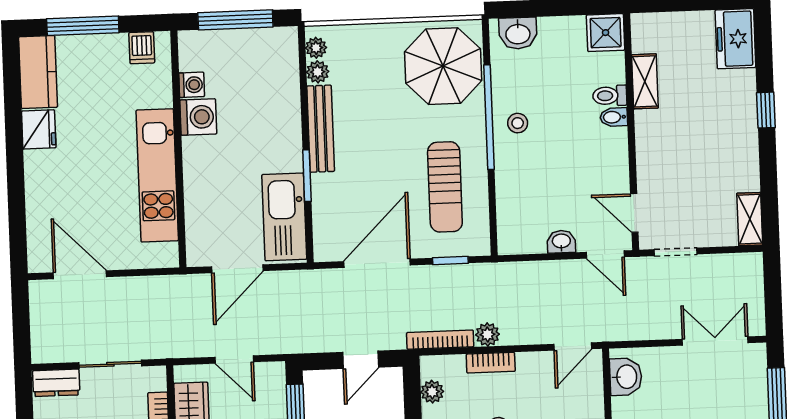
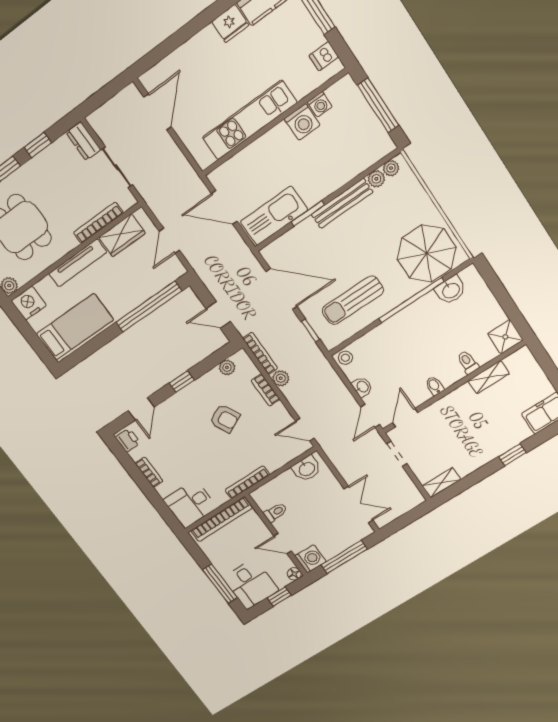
washbasin: (518, 33) -> (451, 290), moved, turned -90
bidet: (614, 117) -> (435, 386), moved
stool: (518, 123) -> (345, 358), moved

